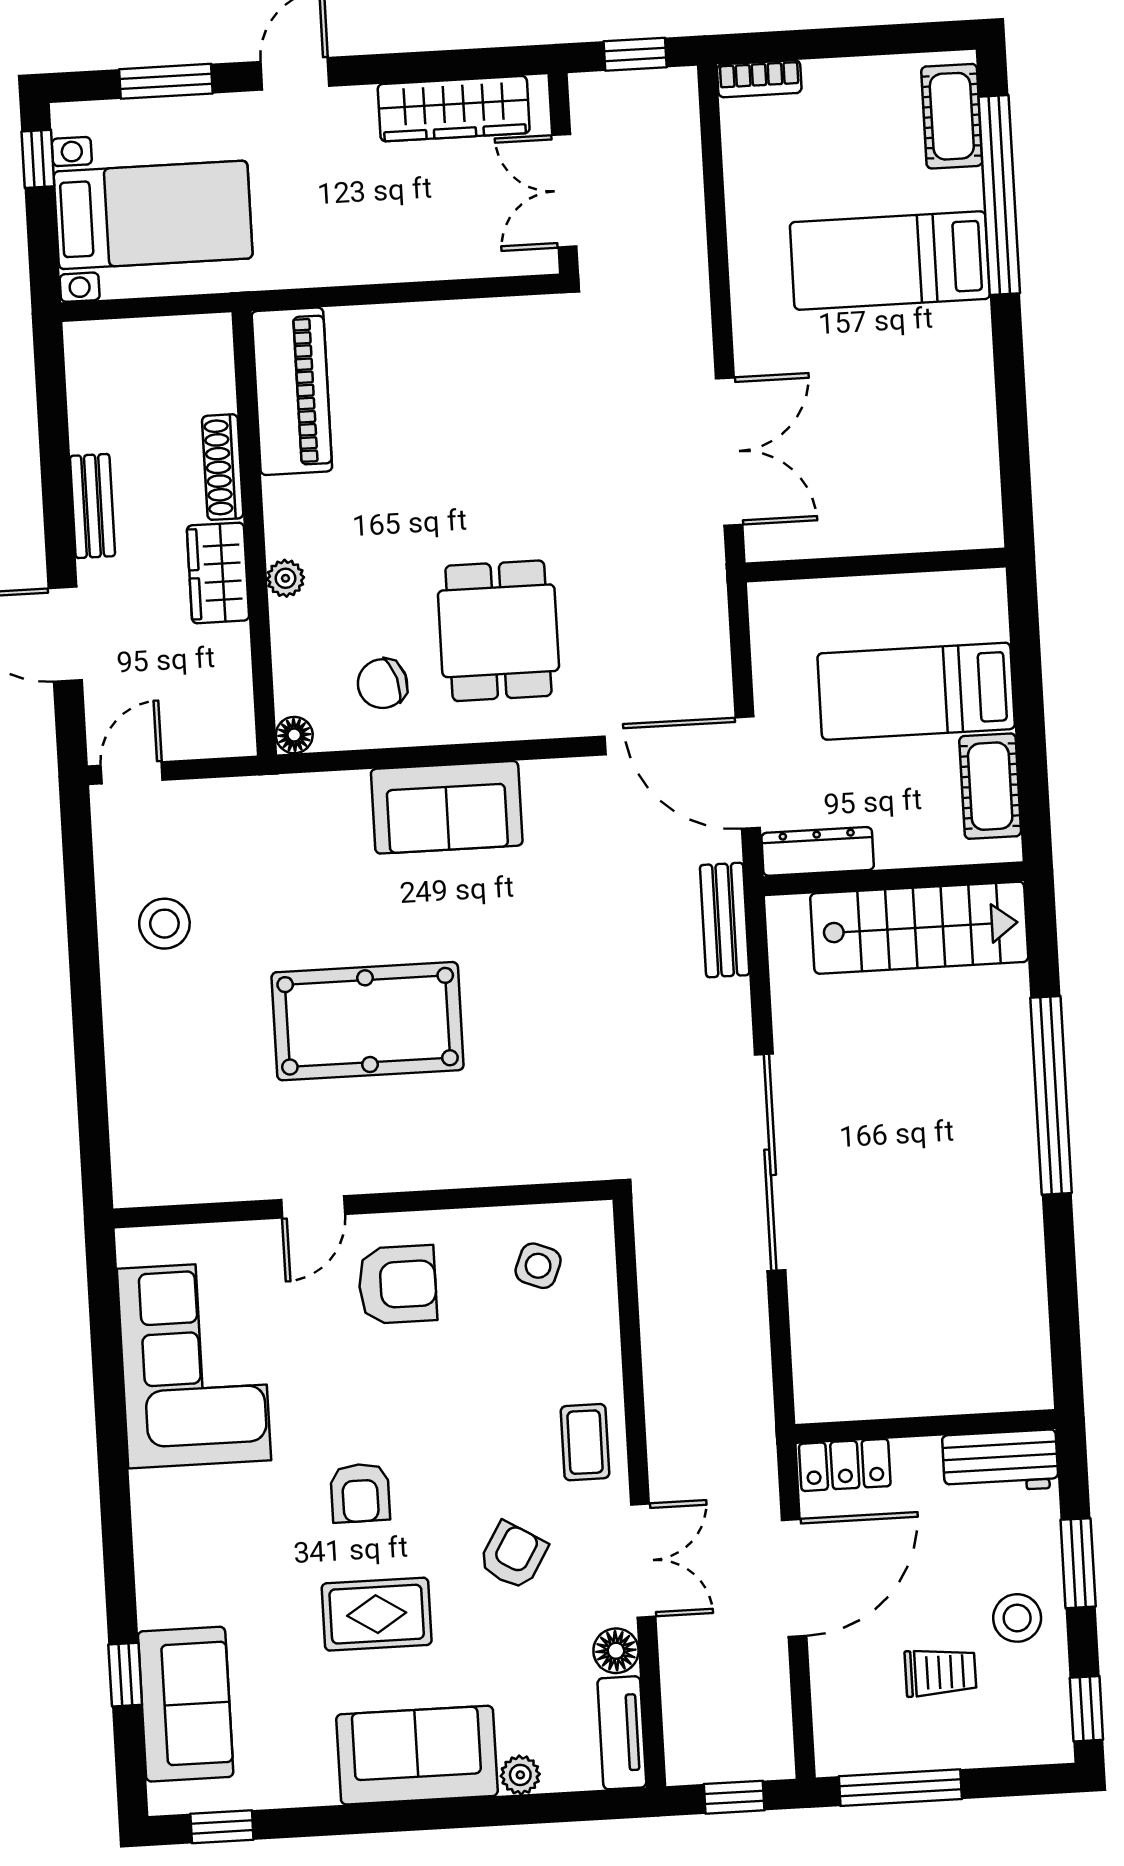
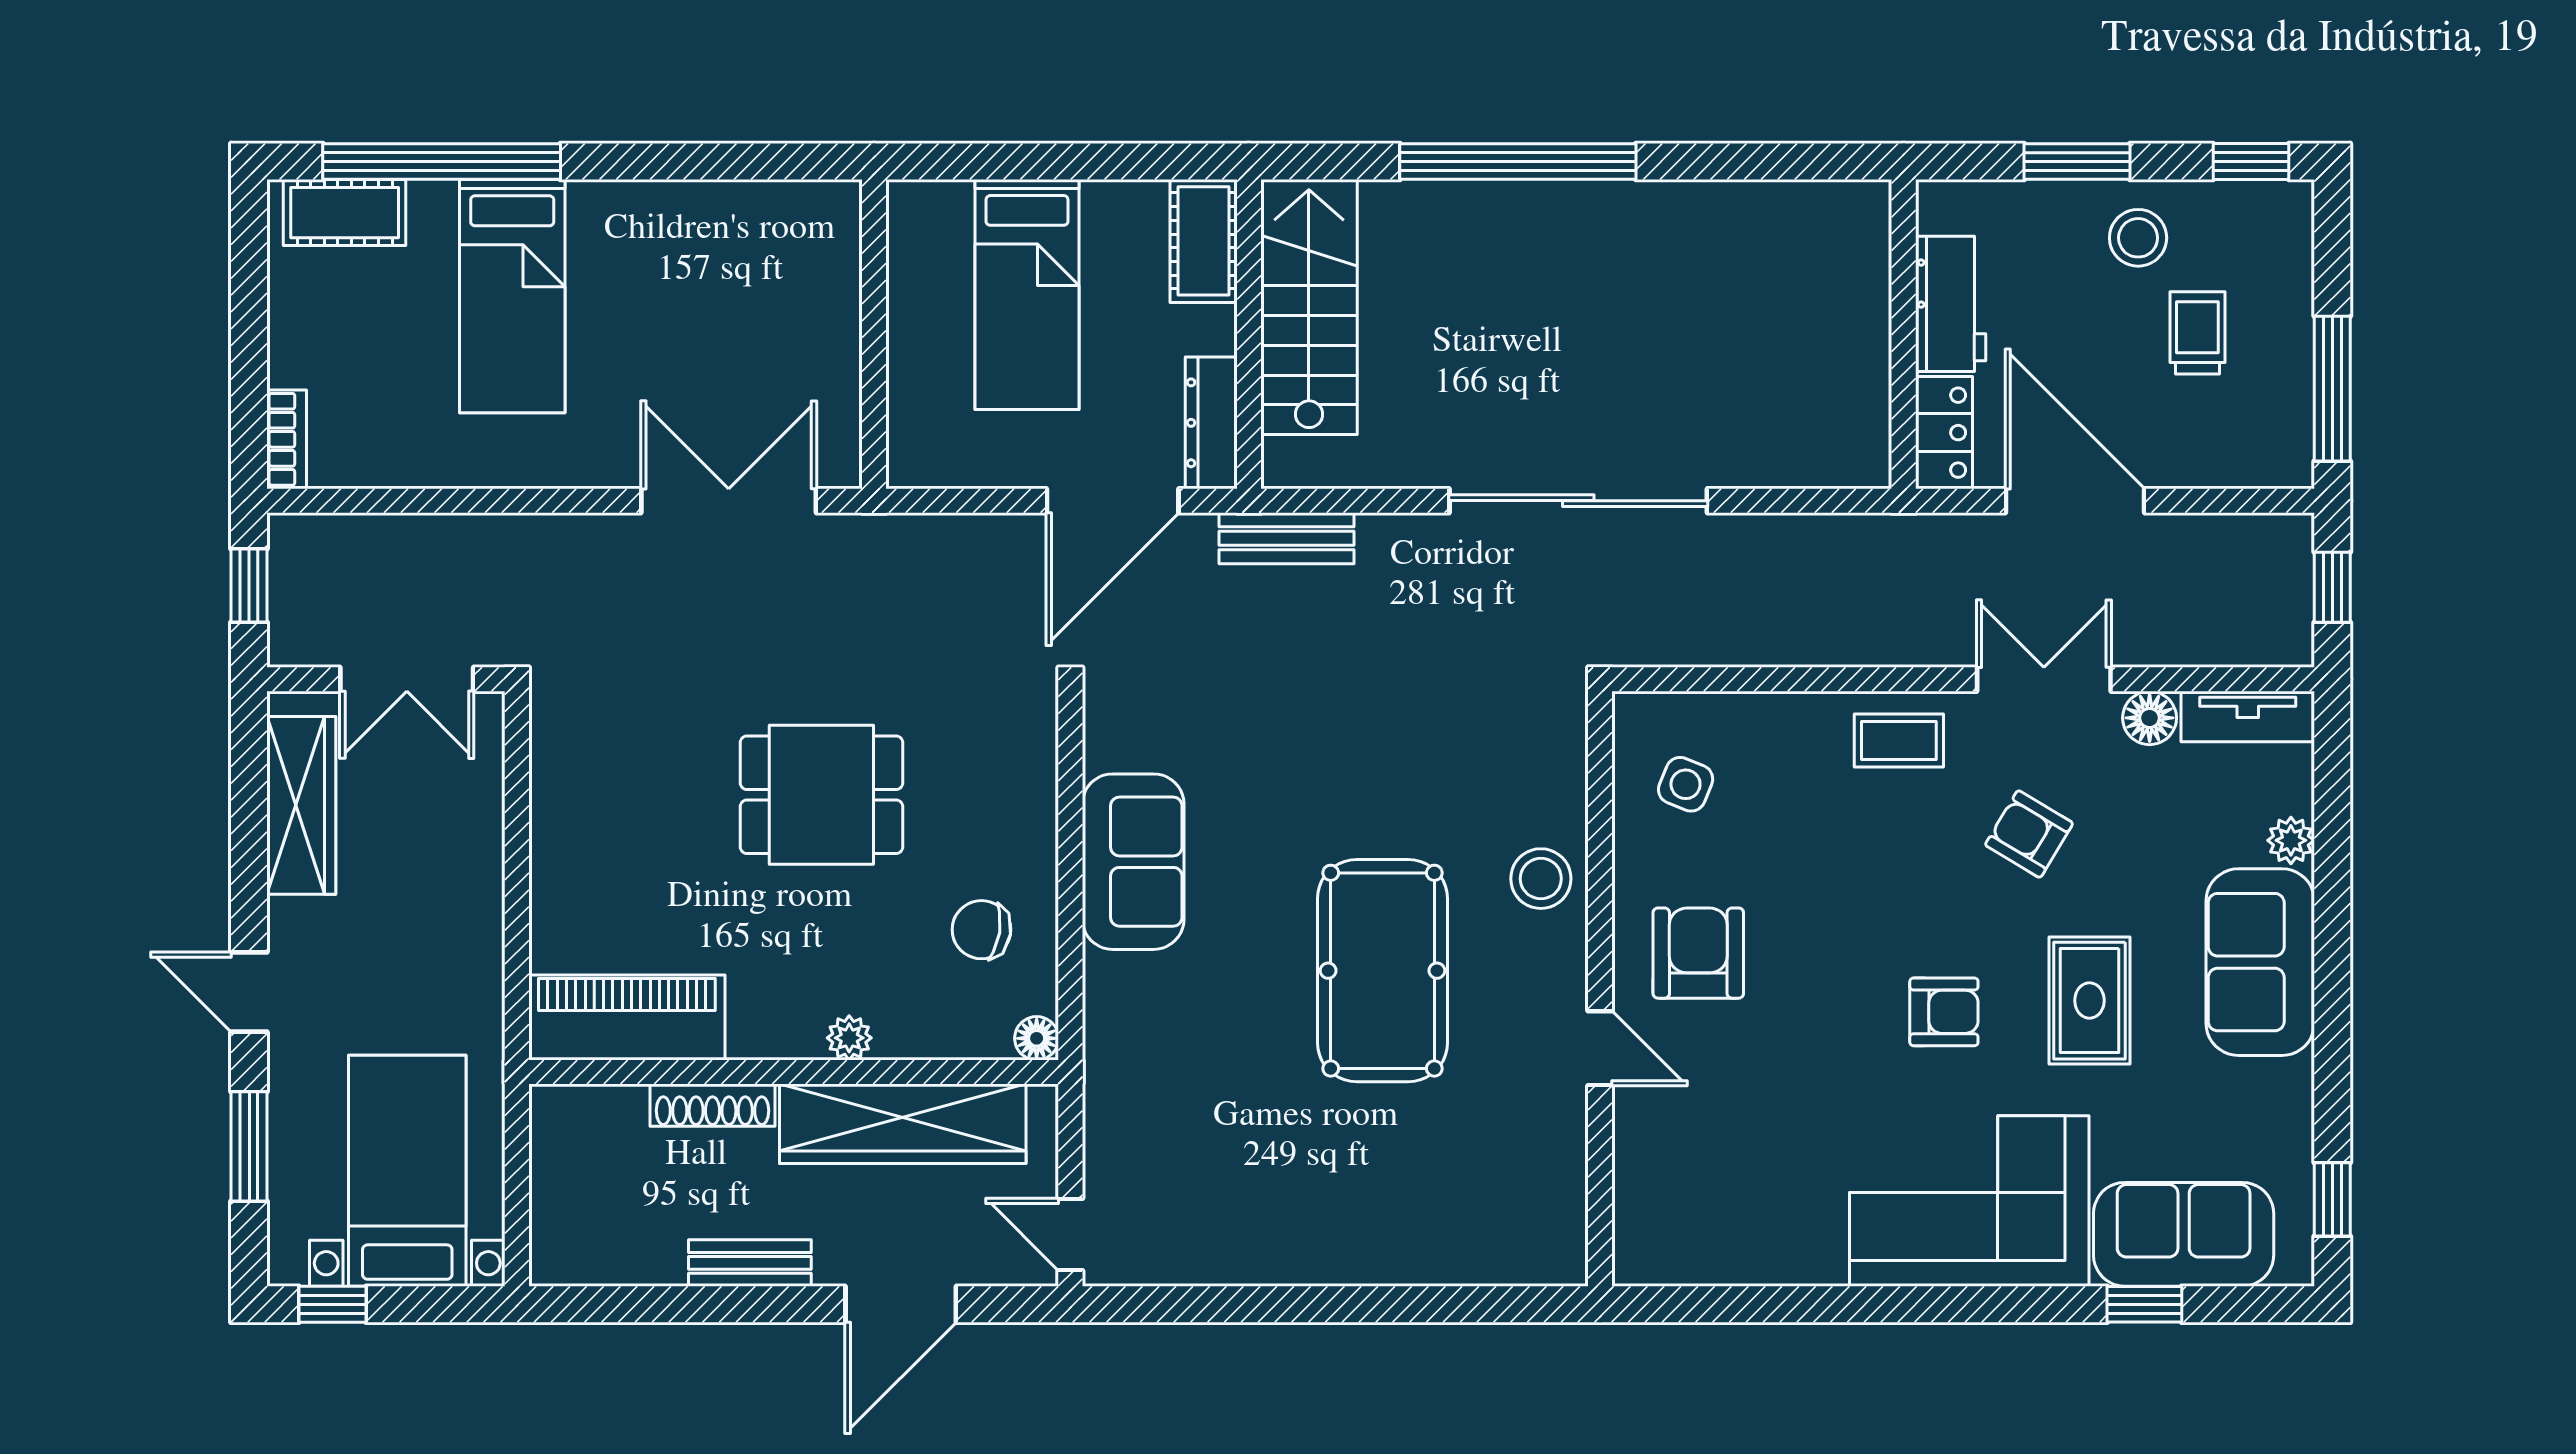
wardrobe: (218, 573) -> (903, 1124), width x2.10, depth x1.17
dining table: (498, 631) -> (821, 795), moved
chair: (382, 684) -> (981, 930), turned 116
cot: (990, 786) -> (1204, 241), moved, turned 90
stool: (164, 924) -> (1541, 879), moved
corner sofa: (194, 1364) -> (1969, 1201), moved
workbench: (1000, 1462) -> (1951, 304), moved

